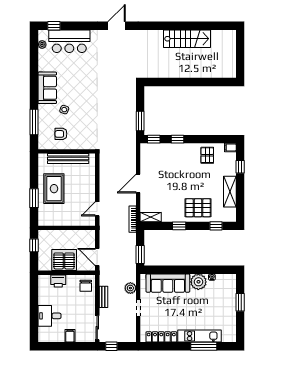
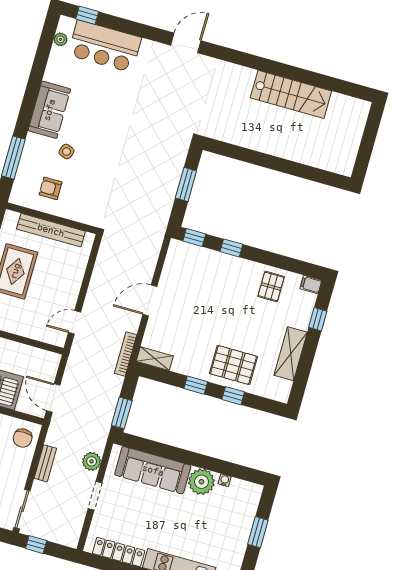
window: (140, 121) -> (186, 184), moved
window: (216, 226) -> (233, 396), moved

